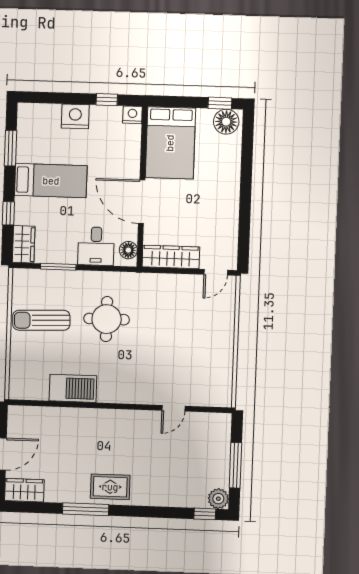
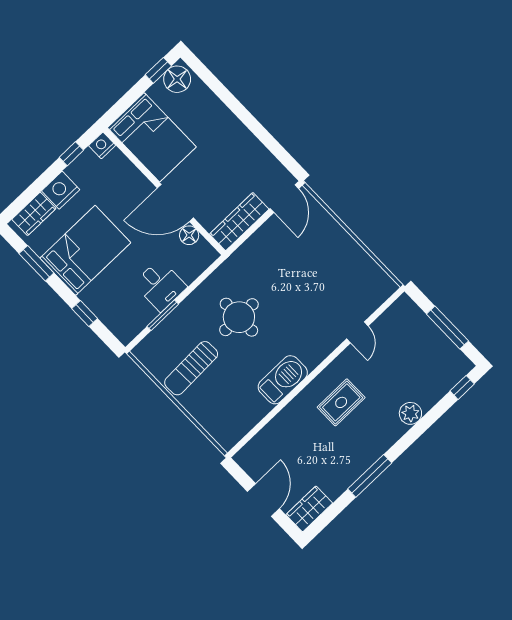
bed: (51, 181) -> (85, 250), width x1.50
wardrobe: (24, 244) -> (34, 214), moved, turned 90
desk: (96, 246) -> (160, 285), moved
floor lamp: (128, 250) -> (189, 235), moved
door: (216, 272) -> (284, 199), width x1.38
barbecue: (73, 388) -> (283, 380), moved
rug: (110, 487) -> (341, 402), moved
plant: (218, 499) -> (410, 413), moved

